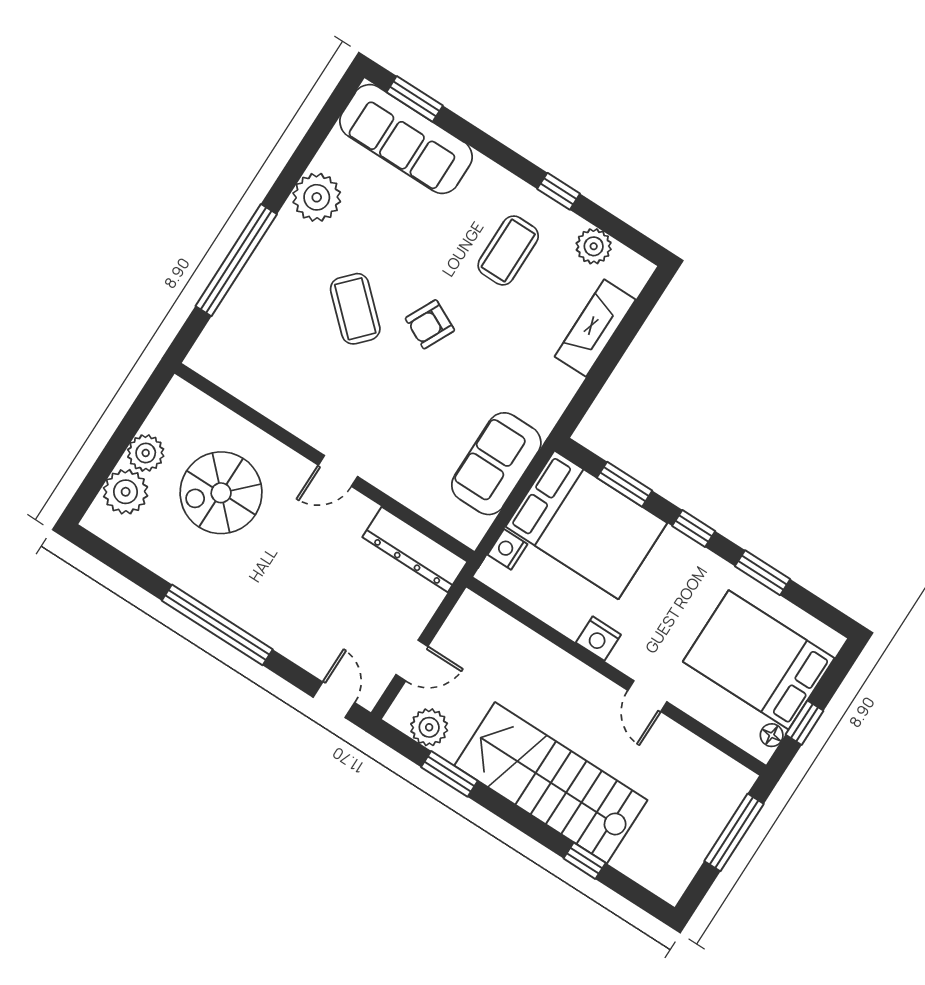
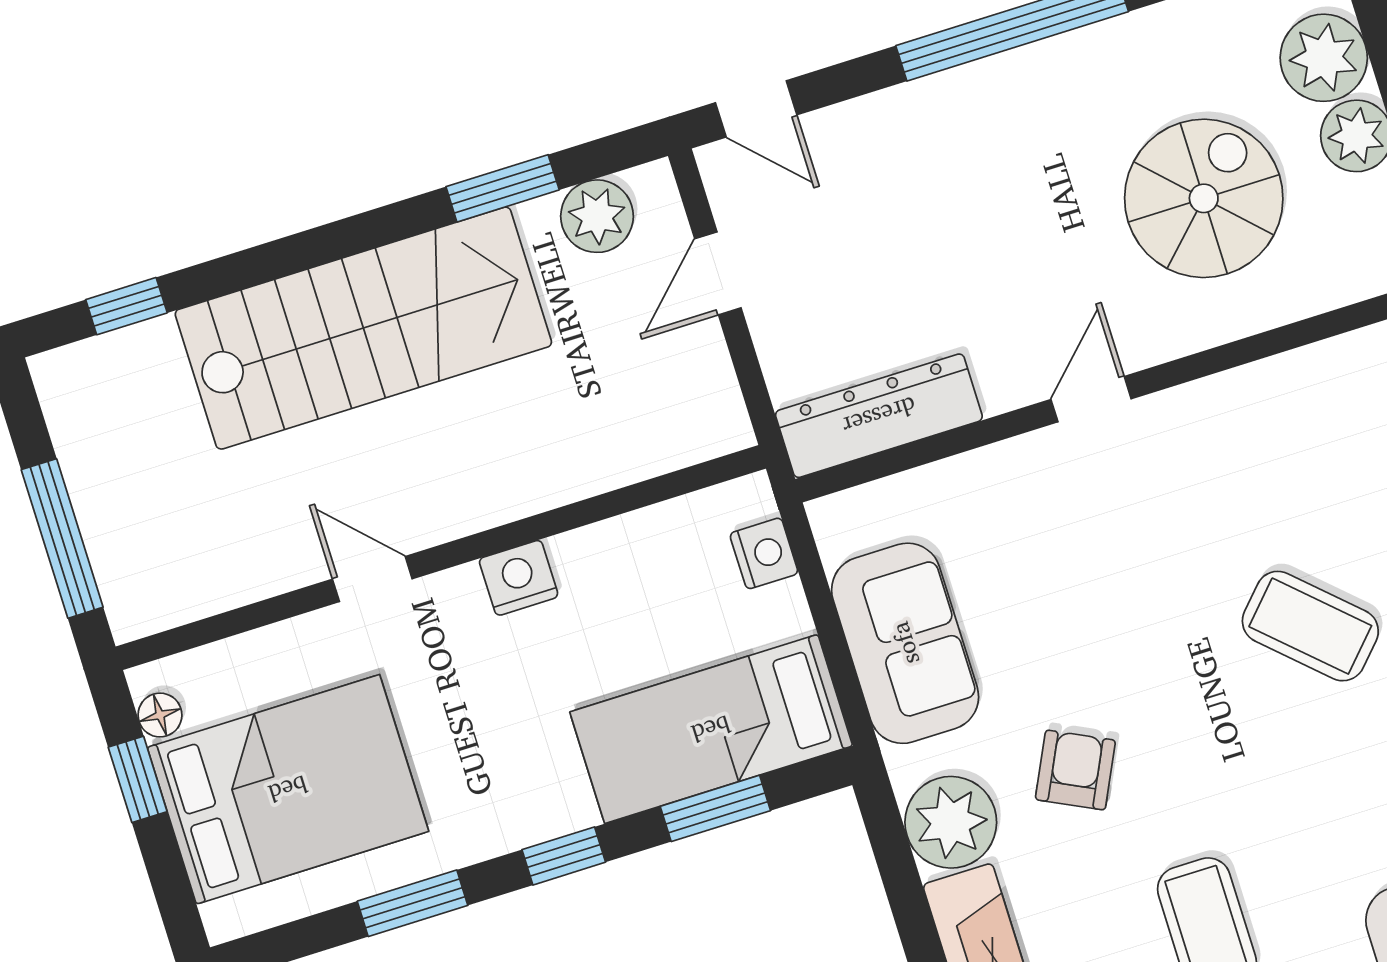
armchair: (430, 324) -> (1075, 770), moved
plant: (552, 386) -> (951, 822), added
bed: (586, 525) -> (711, 729), width x0.67
window: (585, 861) -> (126, 306), moved

